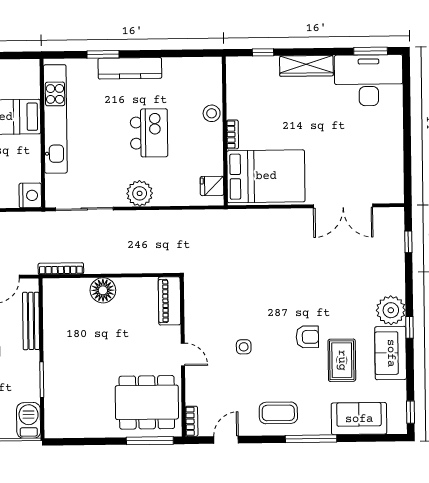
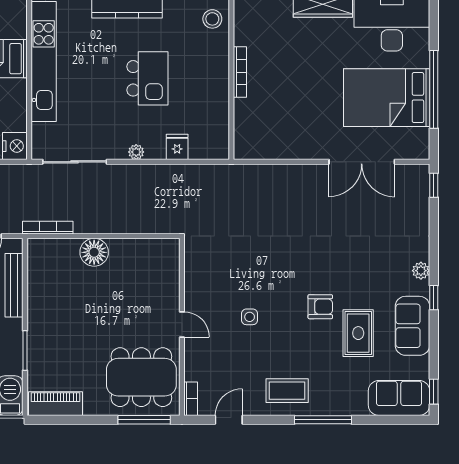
stool: (212, 113) -> (212, 19), moved
bookcase: (232, 134) -> (240, 72), width x1.56
window: (407, 140) -> (434, 89), added
bed: (266, 176) -> (387, 98), moved, turned 180
fridge: (212, 186) -> (177, 147), moved, turned 90
plant: (140, 193) -> (136, 152), width x0.53, depth x0.53
window: (408, 242) -> (434, 185), moved
piano: (169, 301) -> (55, 404), moved, turned 90
plant: (391, 310) -> (421, 271), width x0.53, depth x0.53
sofa: (359, 419) -> (399, 398), moved

